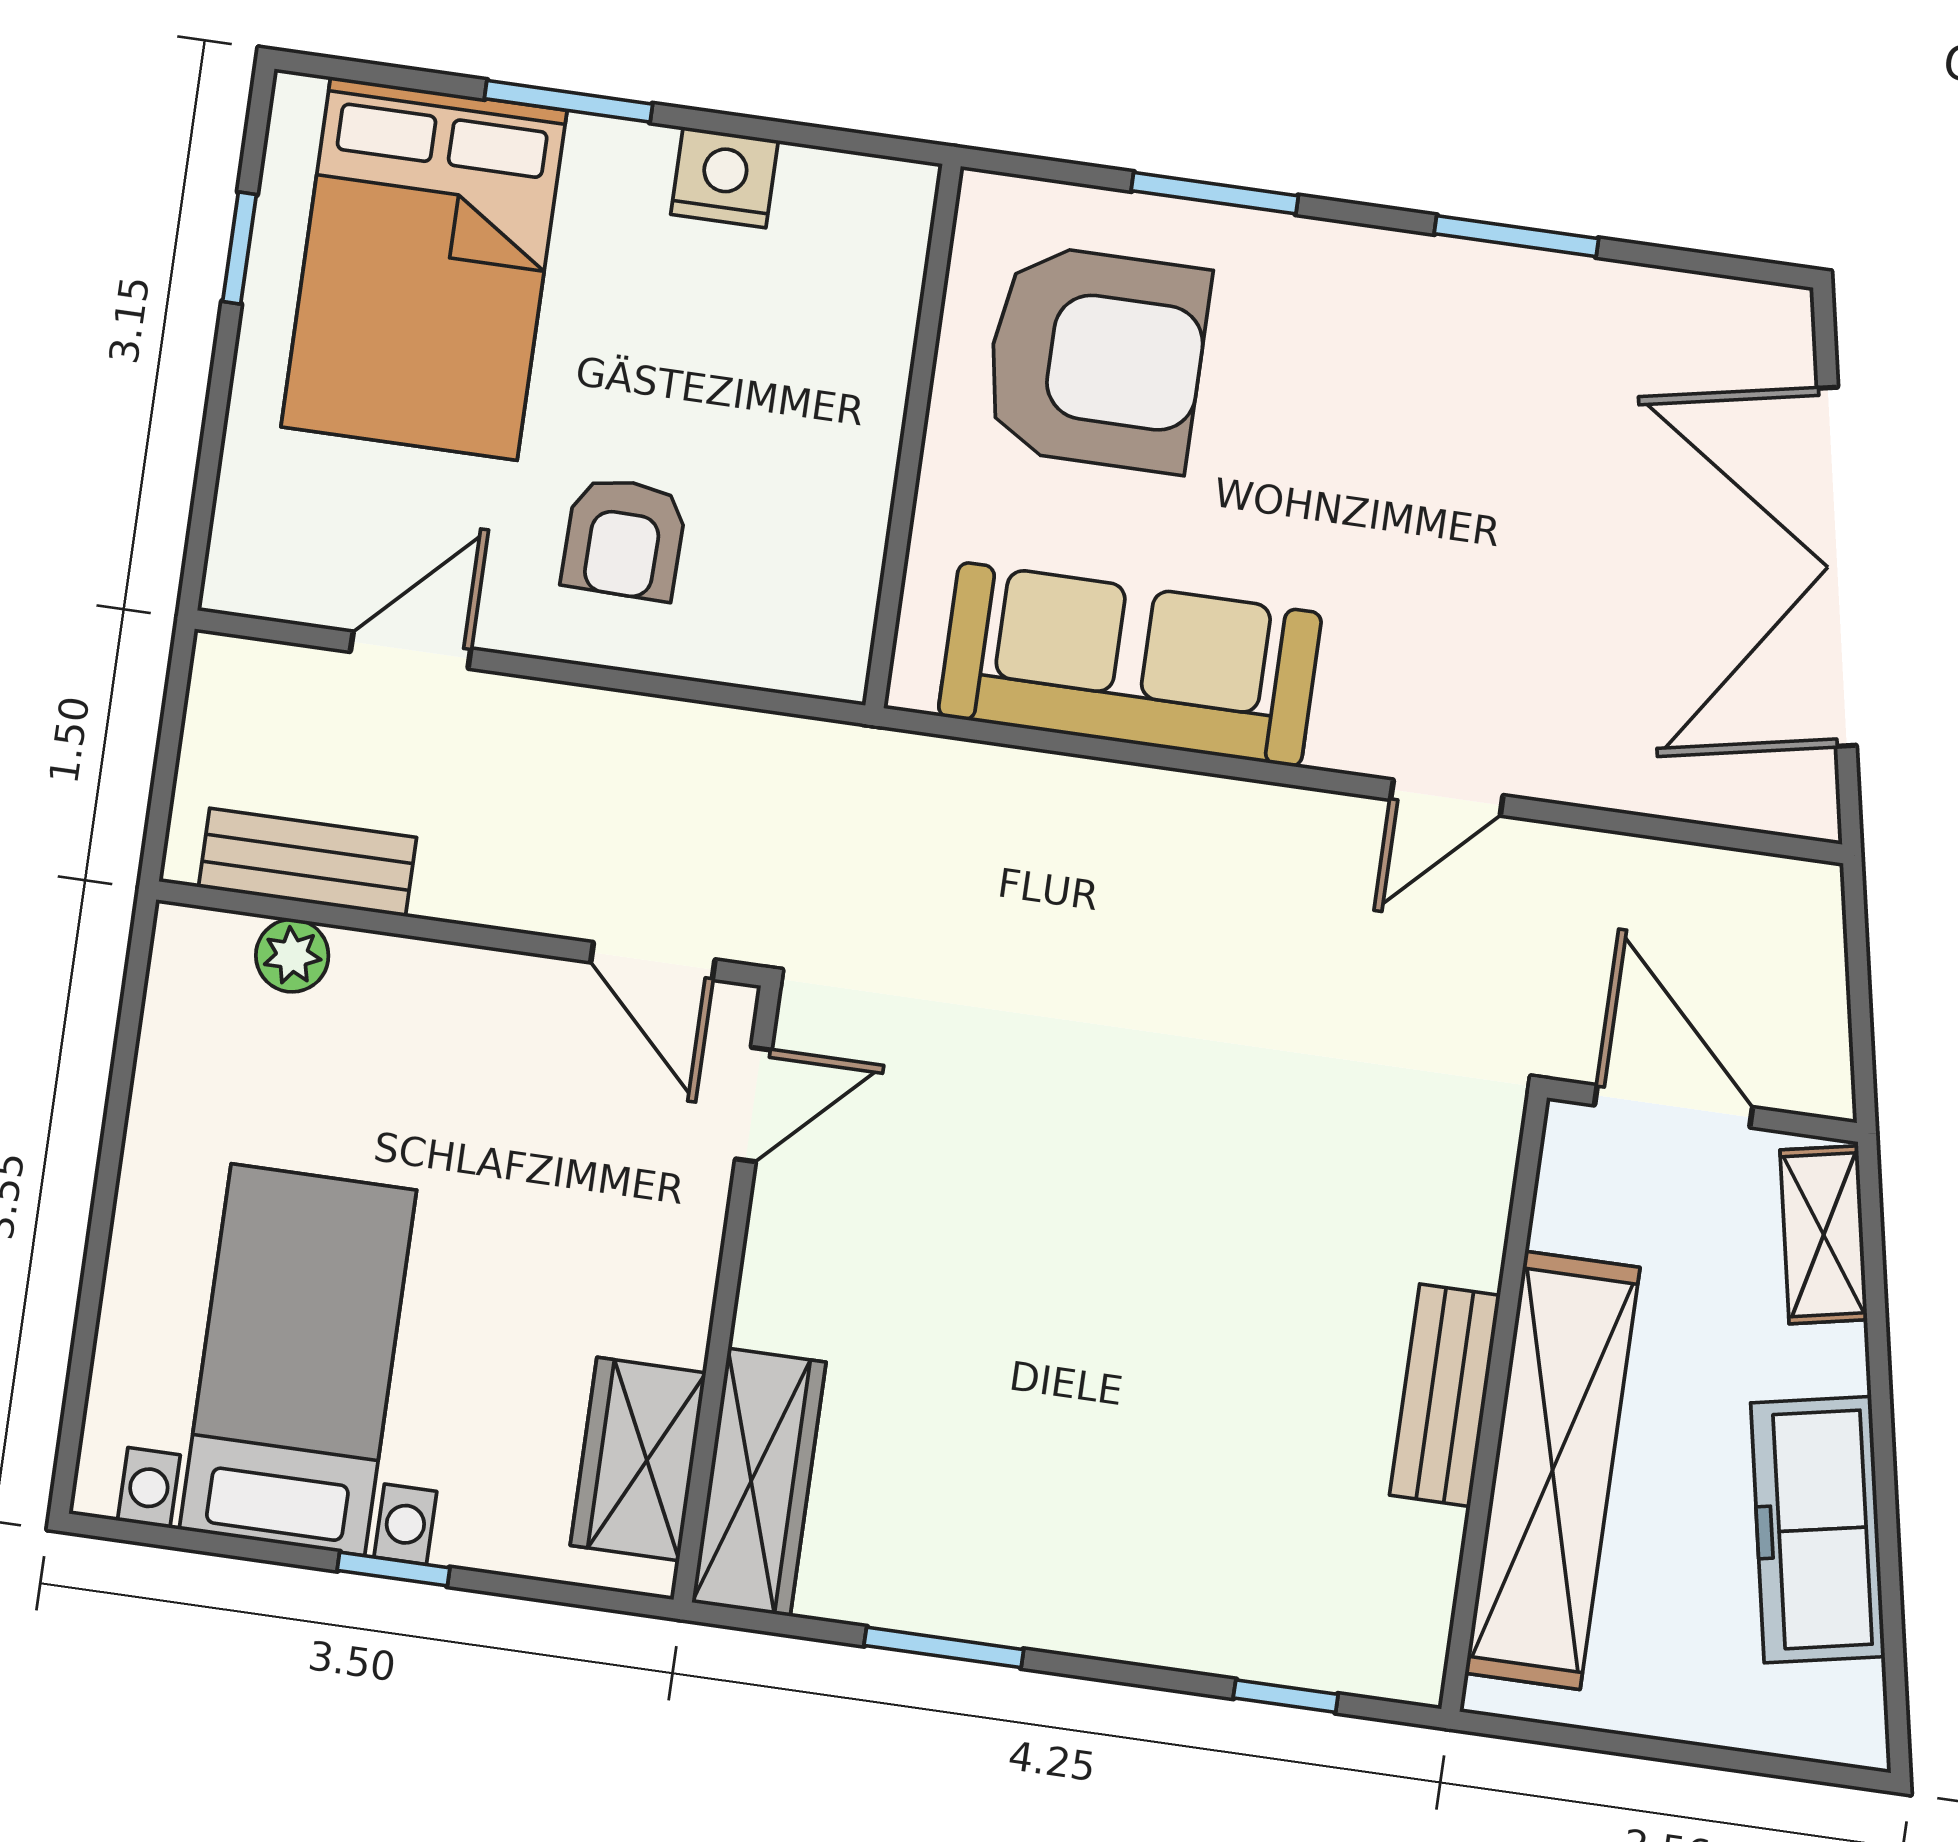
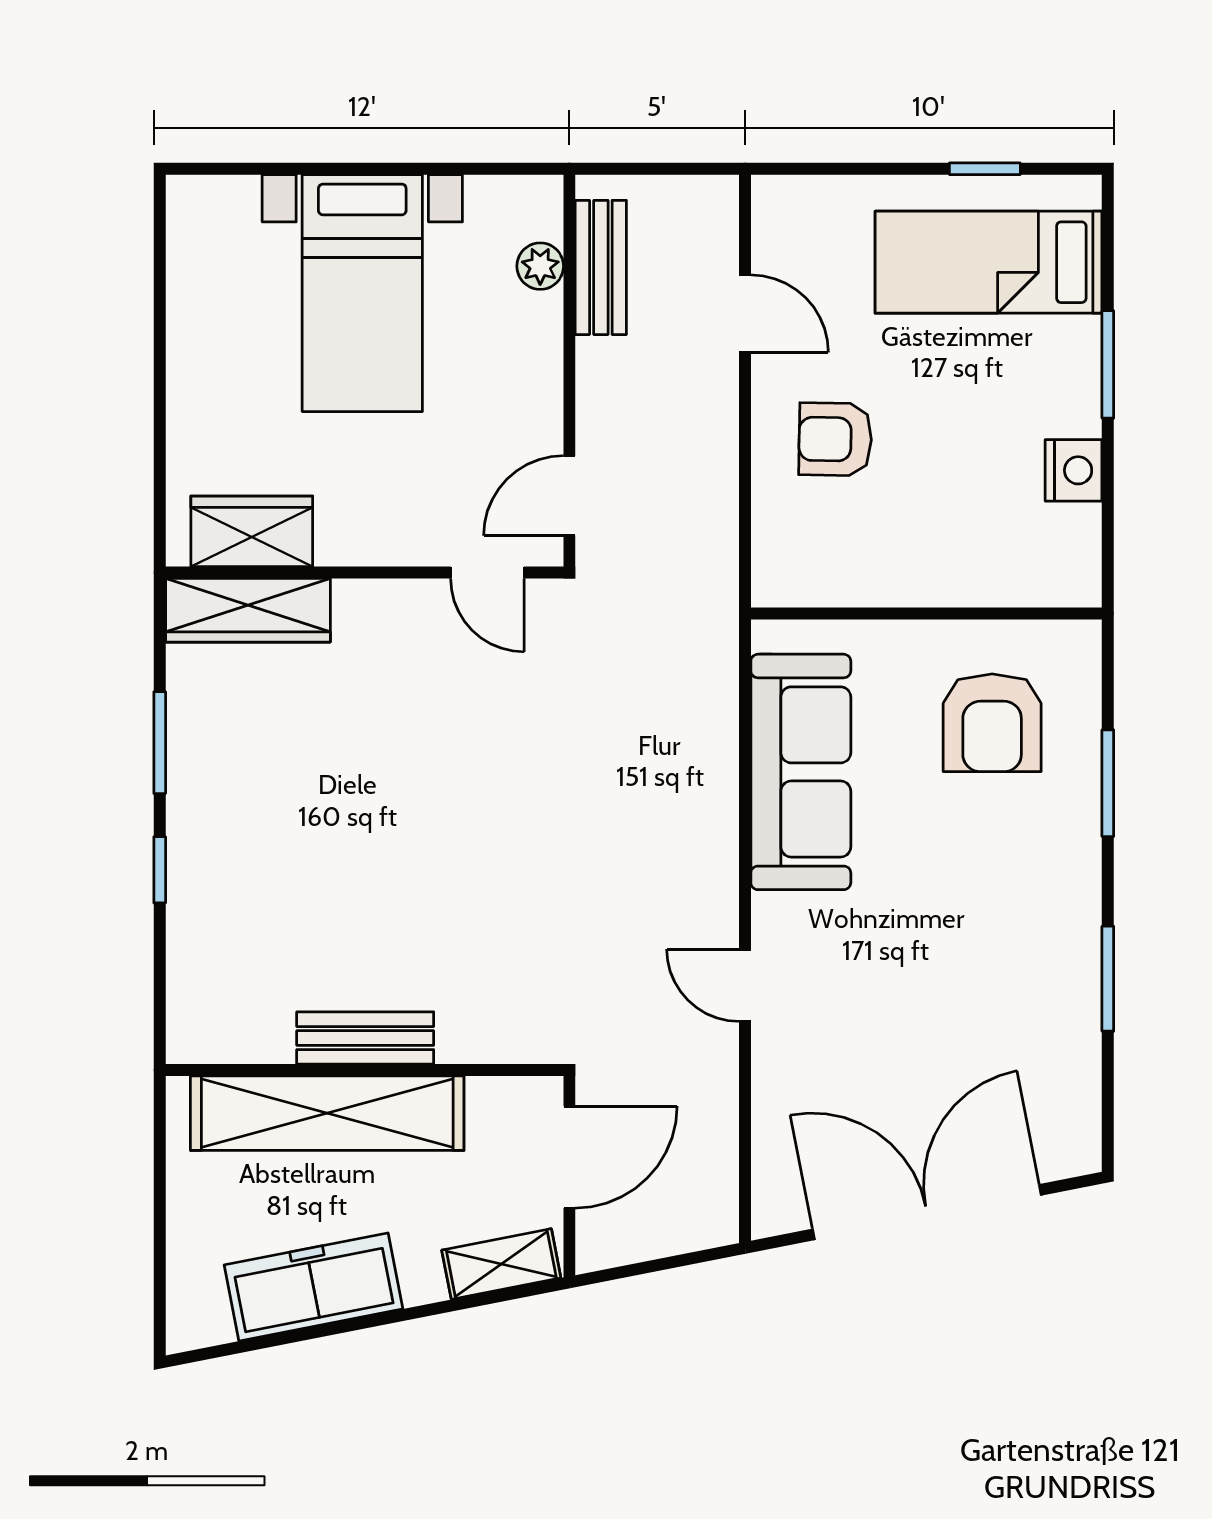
bed: (424, 269) -> (988, 262), width x0.67
armchair: (1096, 358) -> (992, 723), width x0.73, depth x0.73
bed with nightstands: (298, 1360) -> (362, 293), moved, turned 90
window: (394, 1569) -> (160, 386), removed
window: (1286, 1696) -> (160, 870), moved

